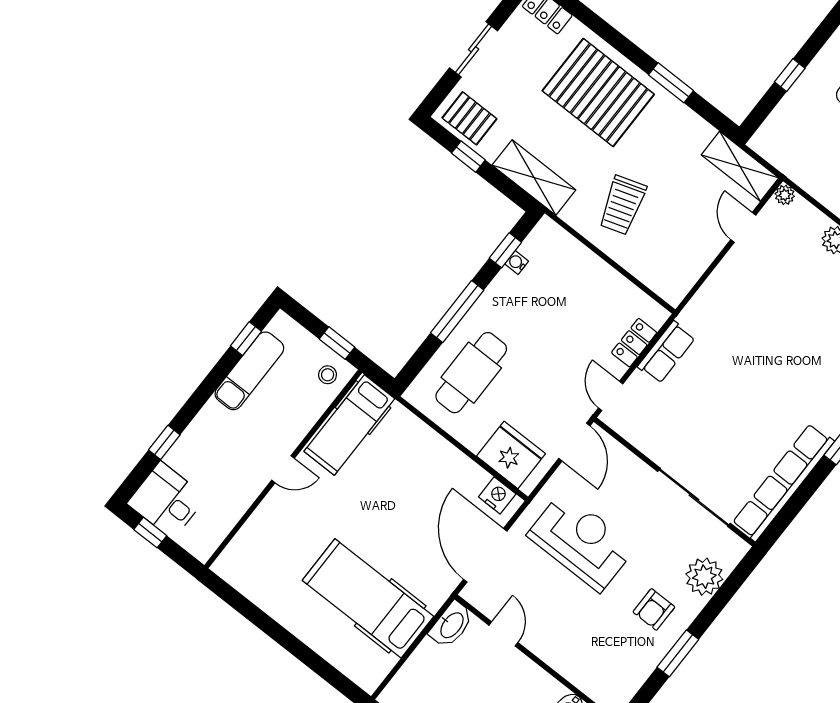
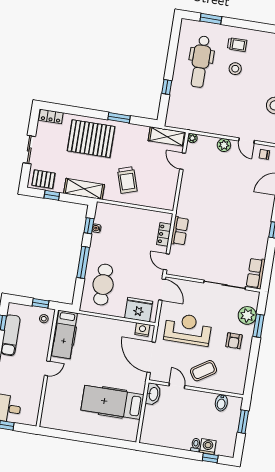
row of seats: (783, 482) -> (256, 273), width x0.50
coffee table: (568, 633) -> (203, 371), added
window: (678, 653) -> (258, 326), moved

